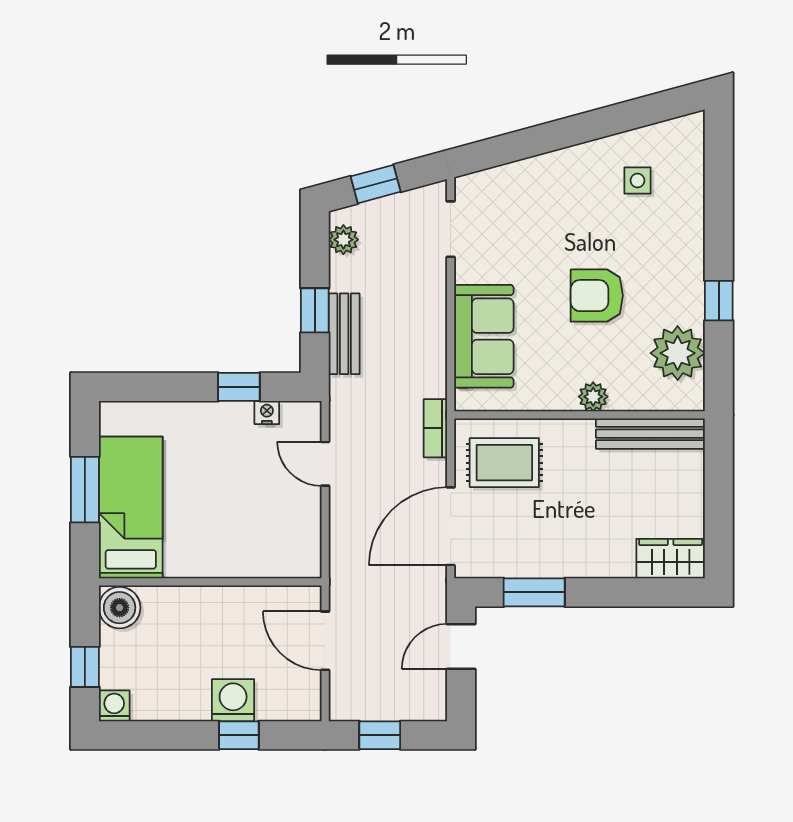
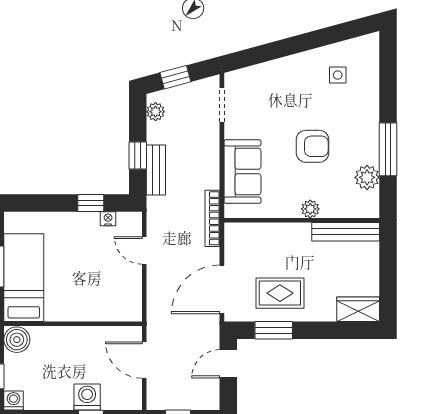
armchair: (597, 296) -> (312, 146), turned 180
window: (719, 301) -> (388, 149), width x2.17
plant: (678, 353) -> (367, 177), width x0.73, depth x0.73
bookcase: (435, 428) -> (212, 218), width x1.56
rug: (504, 463) -> (280, 293), moved

